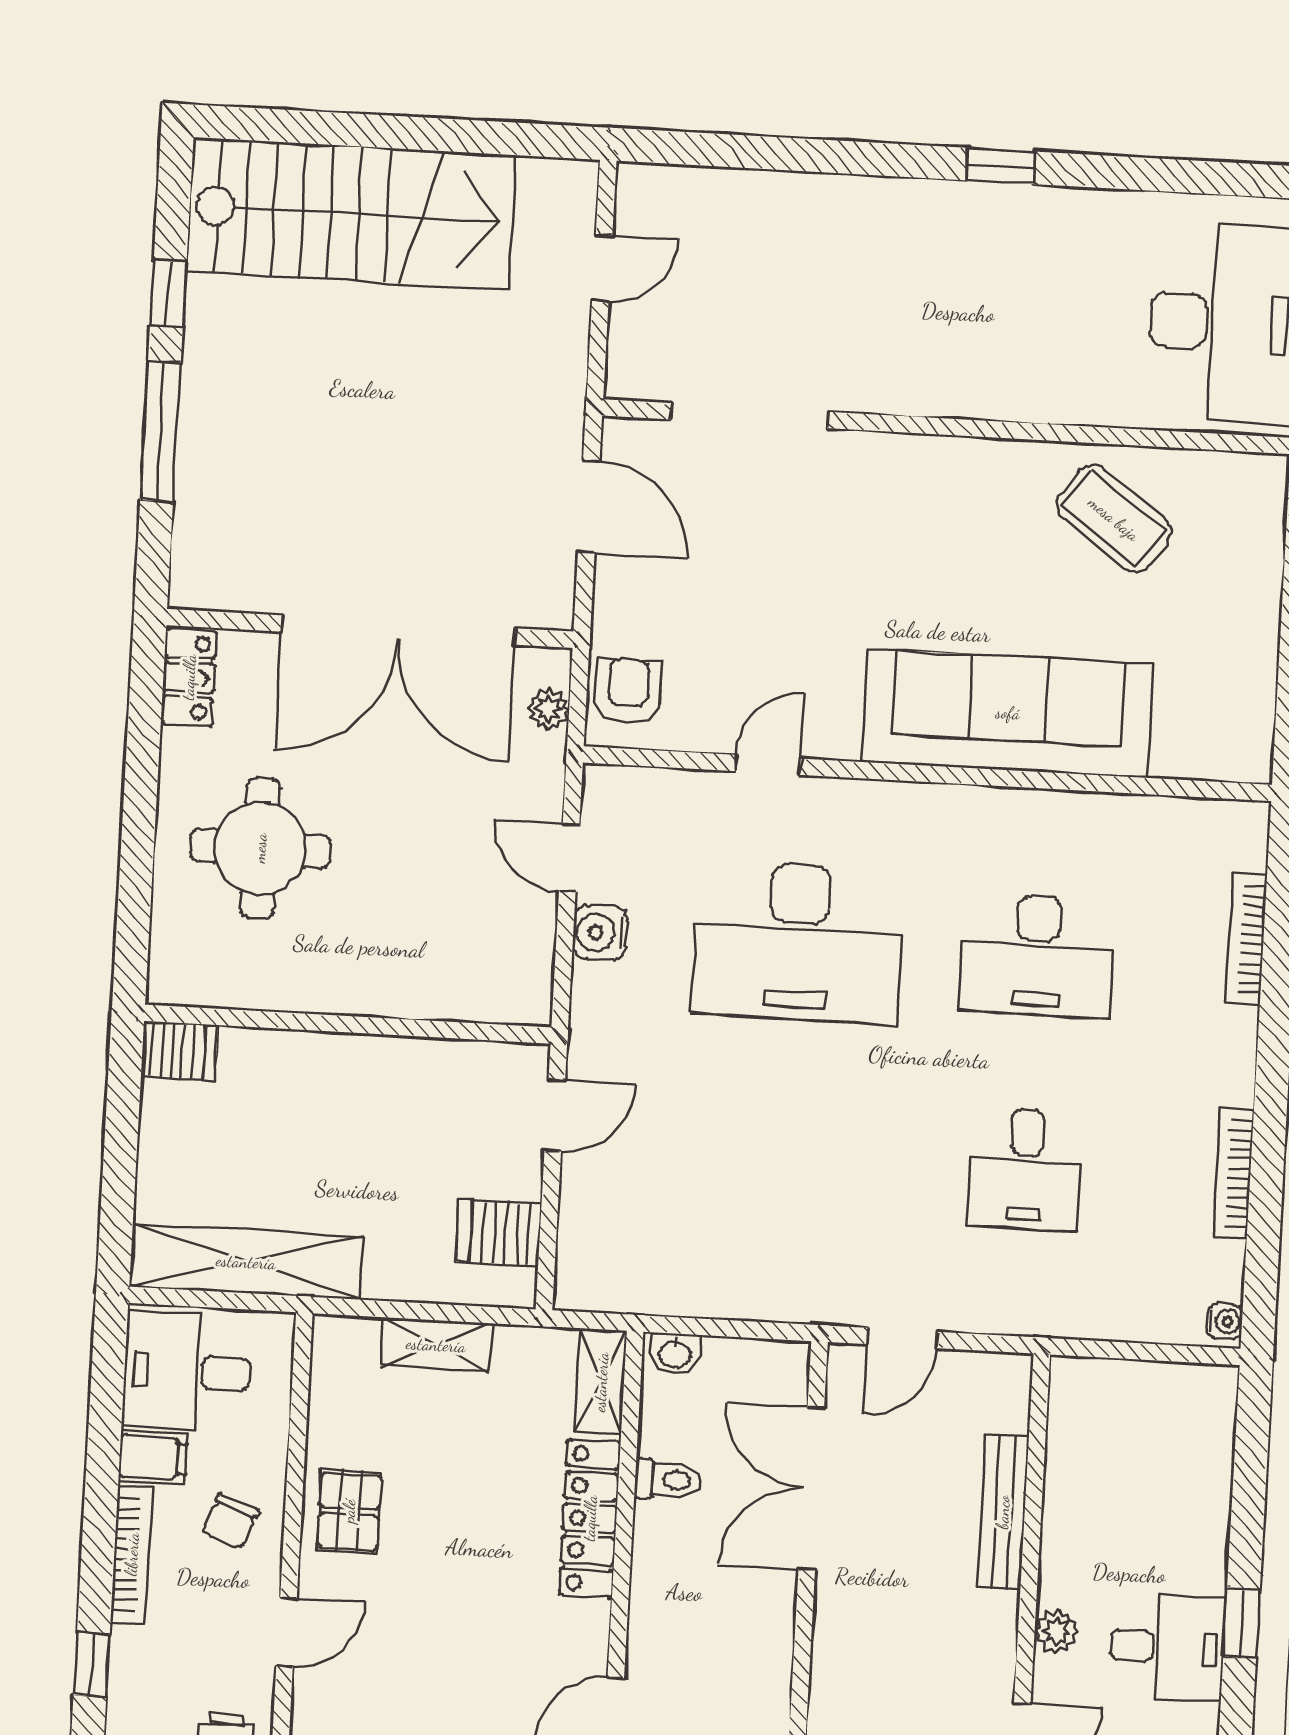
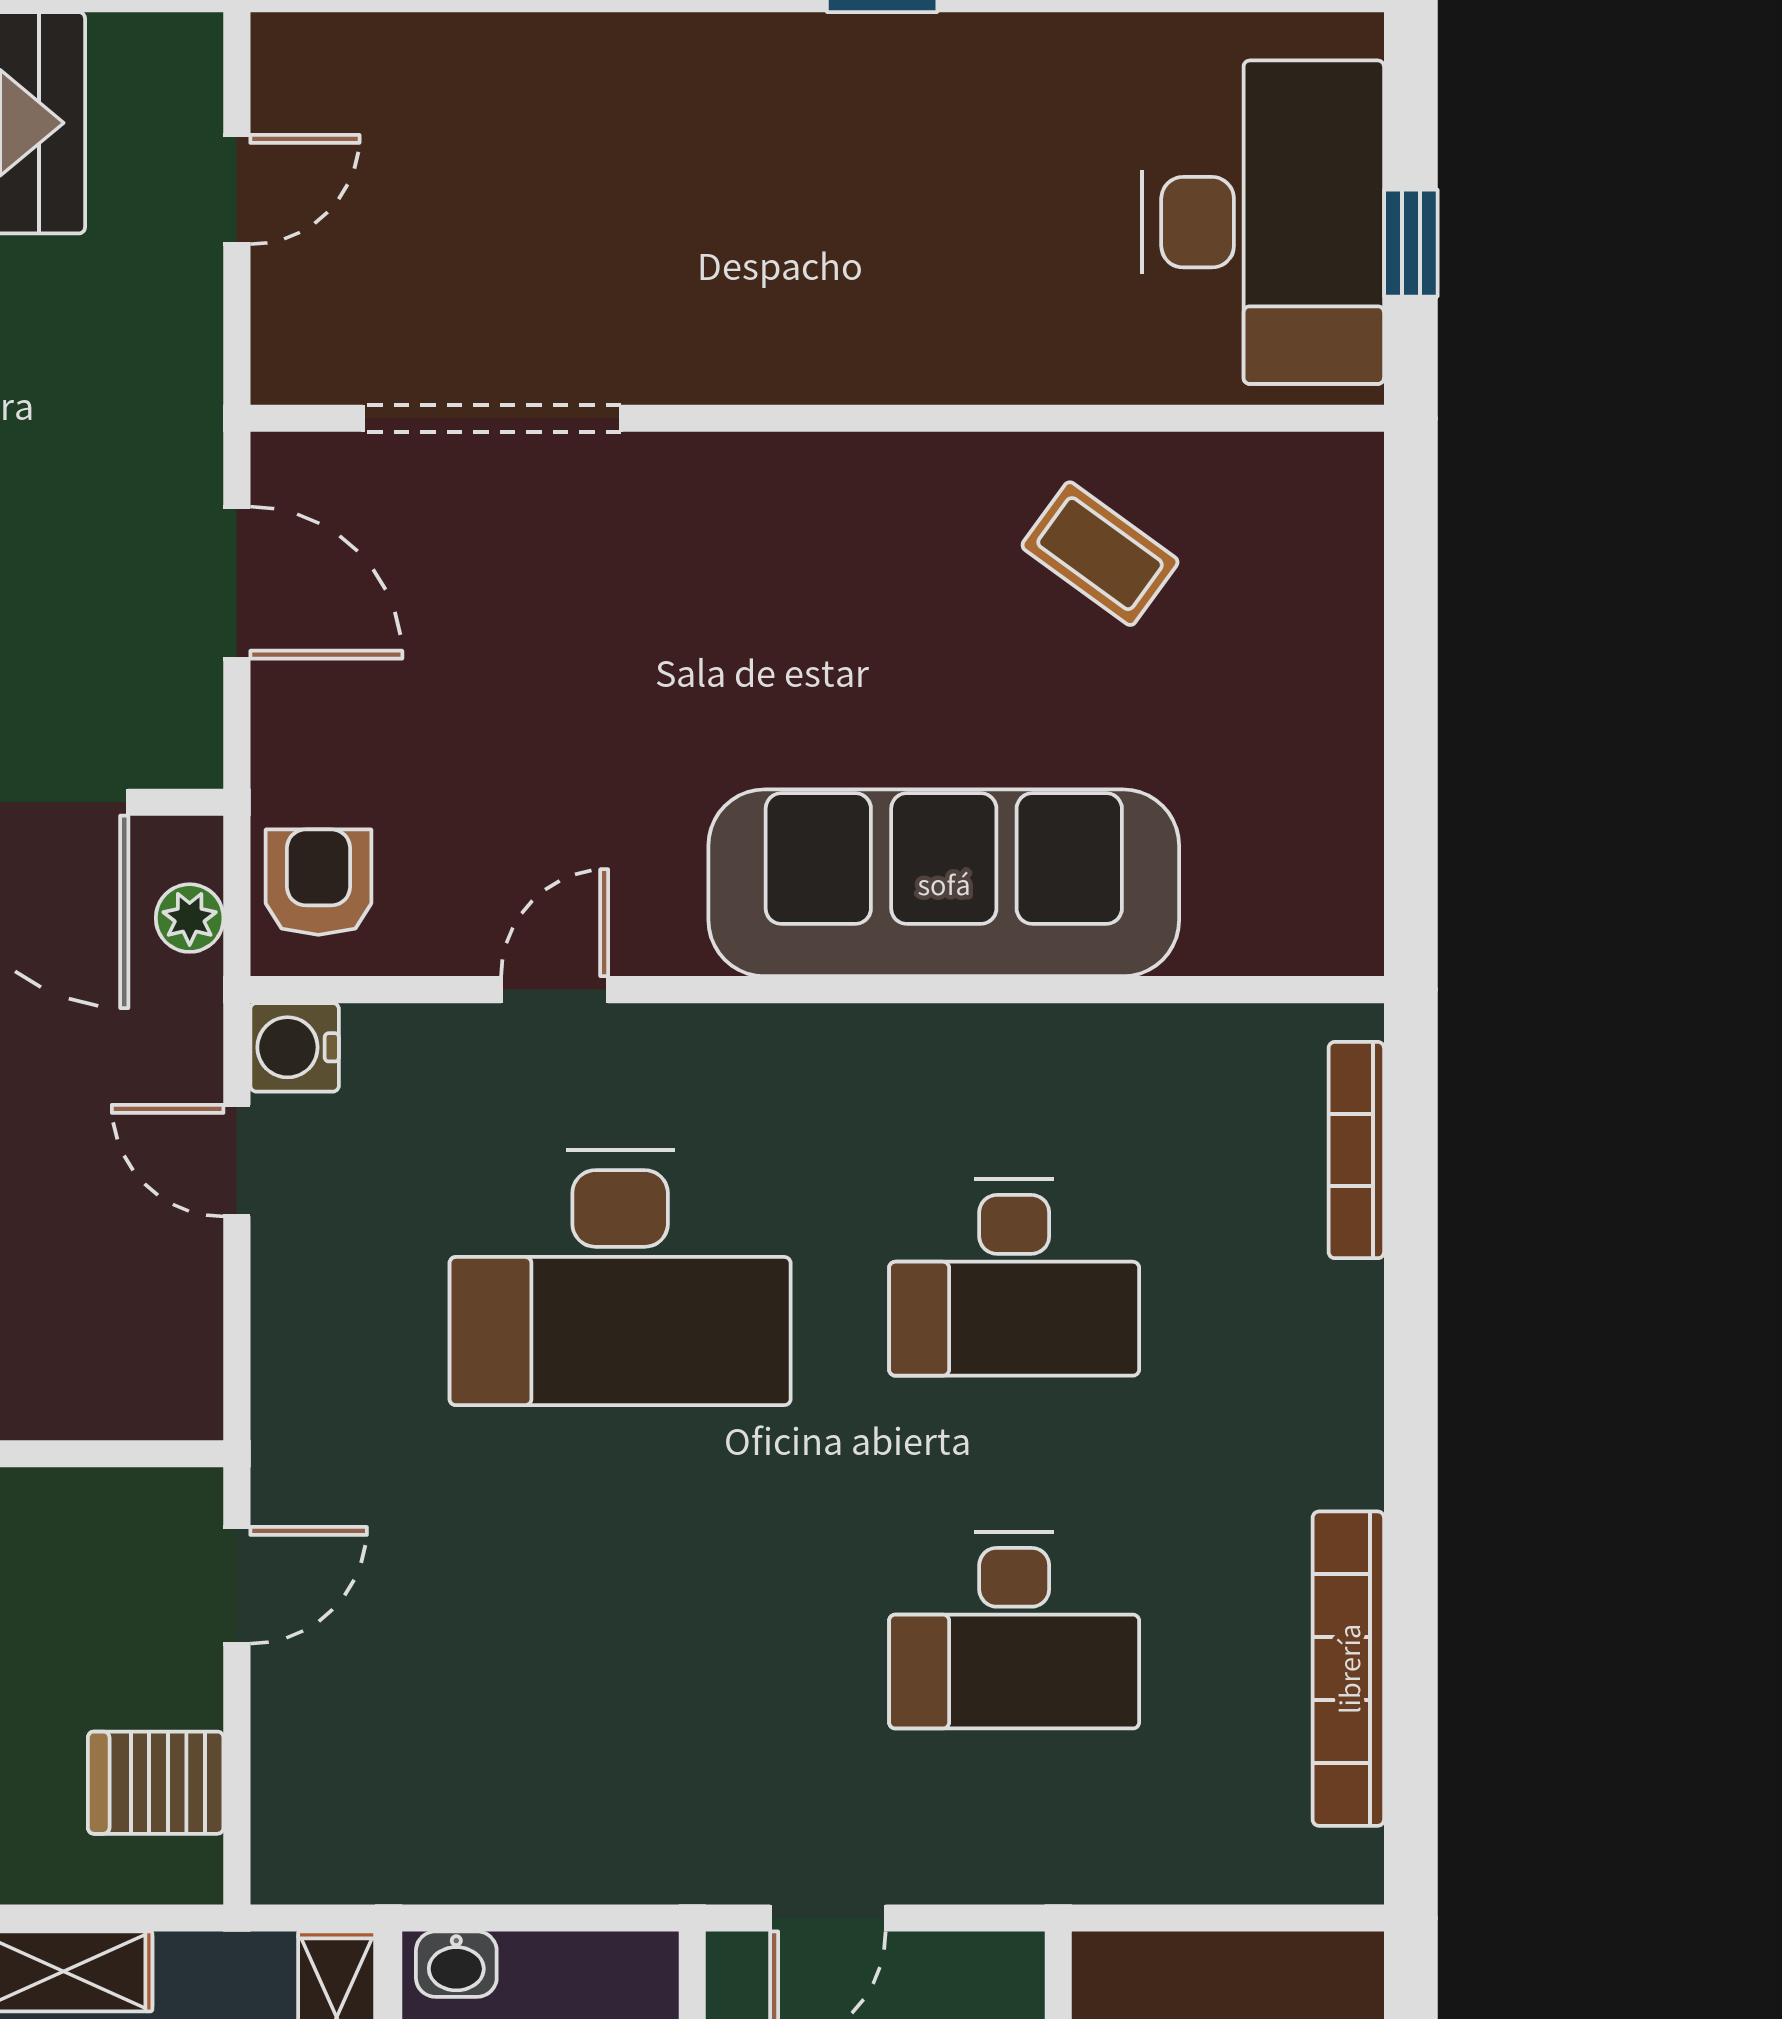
coffee table: (1114, 519) -> (1100, 554), width x0.73, depth x0.77
water cooler: (600, 933) -> (295, 1047), moved
bookcase: (1247, 940) -> (1356, 1150), moved
desk: (1025, 1170) -> (1014, 1630), width x1.37
bookcase: (1234, 1174) -> (1348, 1669), width x1.48, depth x1.31
water cooler: (1225, 1322) -> (1356, 1861), removed

